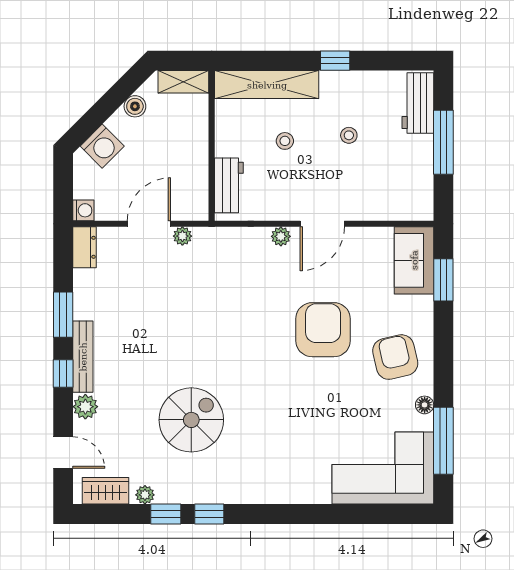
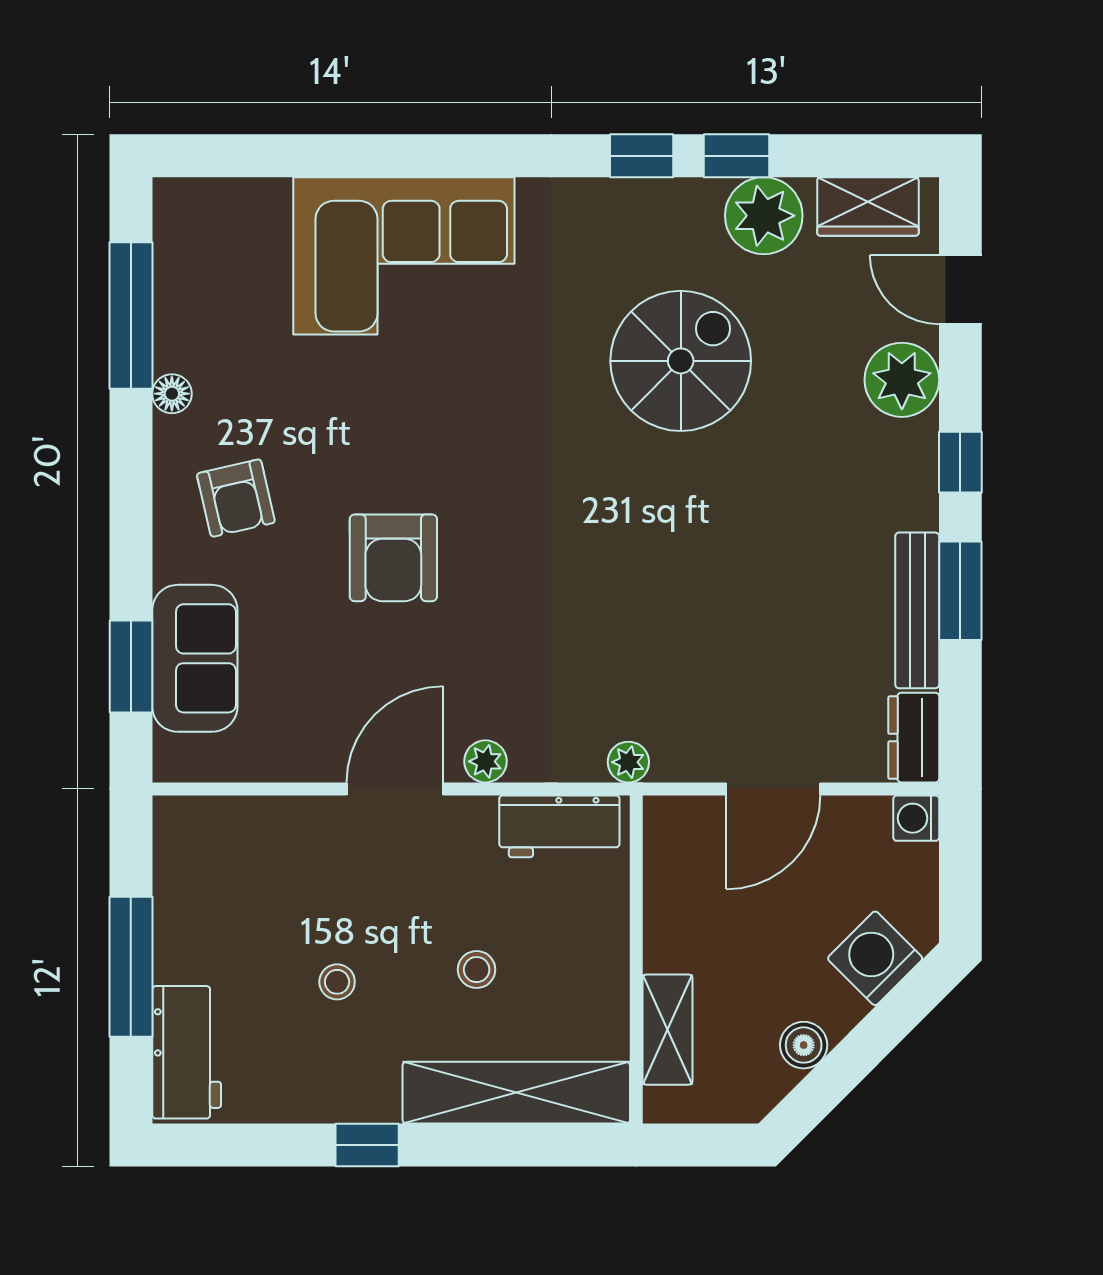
shelving: (183, 82) -> (668, 1030), moved, turned 90
workbench: (229, 185) -> (559, 826), moved, turned -90
plant: (182, 236) -> (628, 762), moved
sofa: (414, 260) -> (195, 658), moved
armchair: (323, 330) -> (393, 558), width x0.73, depth x0.73
bench: (83, 357) -> (917, 610), moved
armchair: (395, 357) -> (236, 498), width x0.72, depth x0.72
plant: (85, 407) -> (902, 380), width x1.36, depth x1.36
spiral stairs: (191, 420) -> (681, 361), turned 180
corner sofa: (383, 468) -> (404, 256), moved
plant: (145, 495) -> (764, 216), width x1.87, depth x1.87

